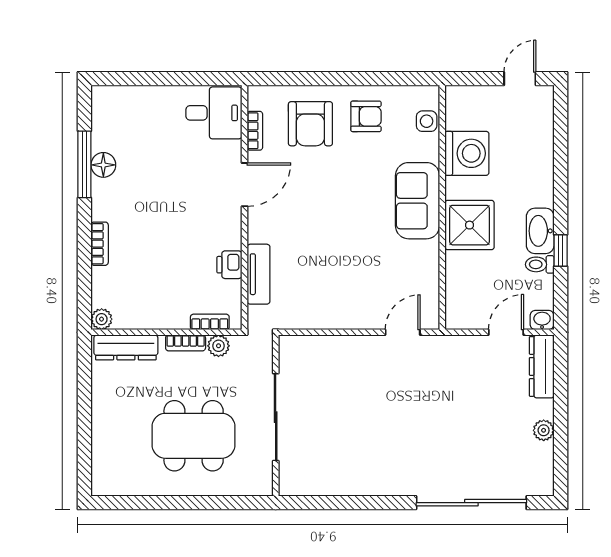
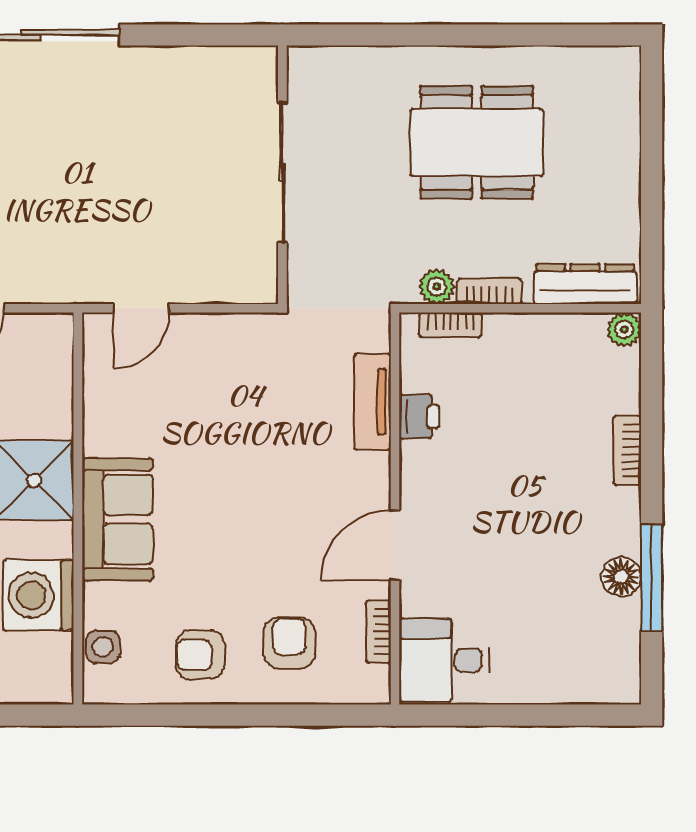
armchair: (310, 124) -> (289, 643), width x0.72, depth x0.72
wall: (276, 416) -> (282, 175), moved
sliding door: (276, 417) -> (282, 172), moved

